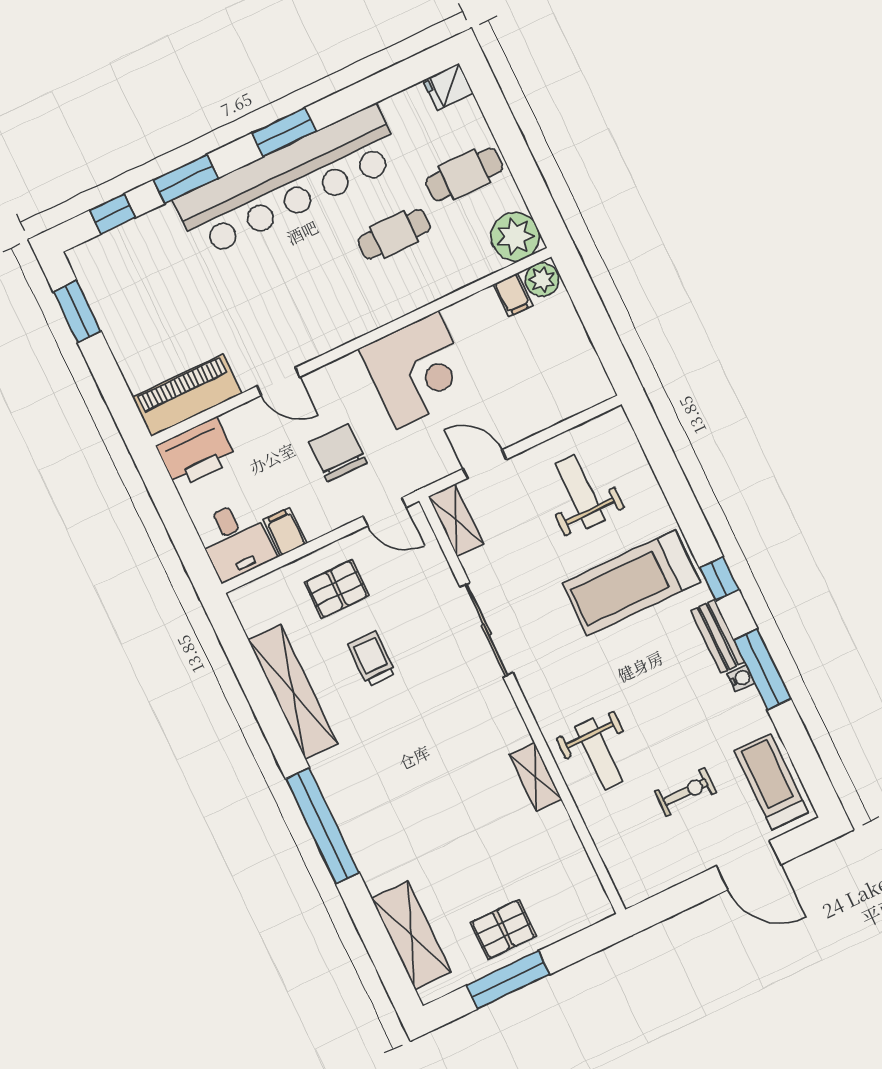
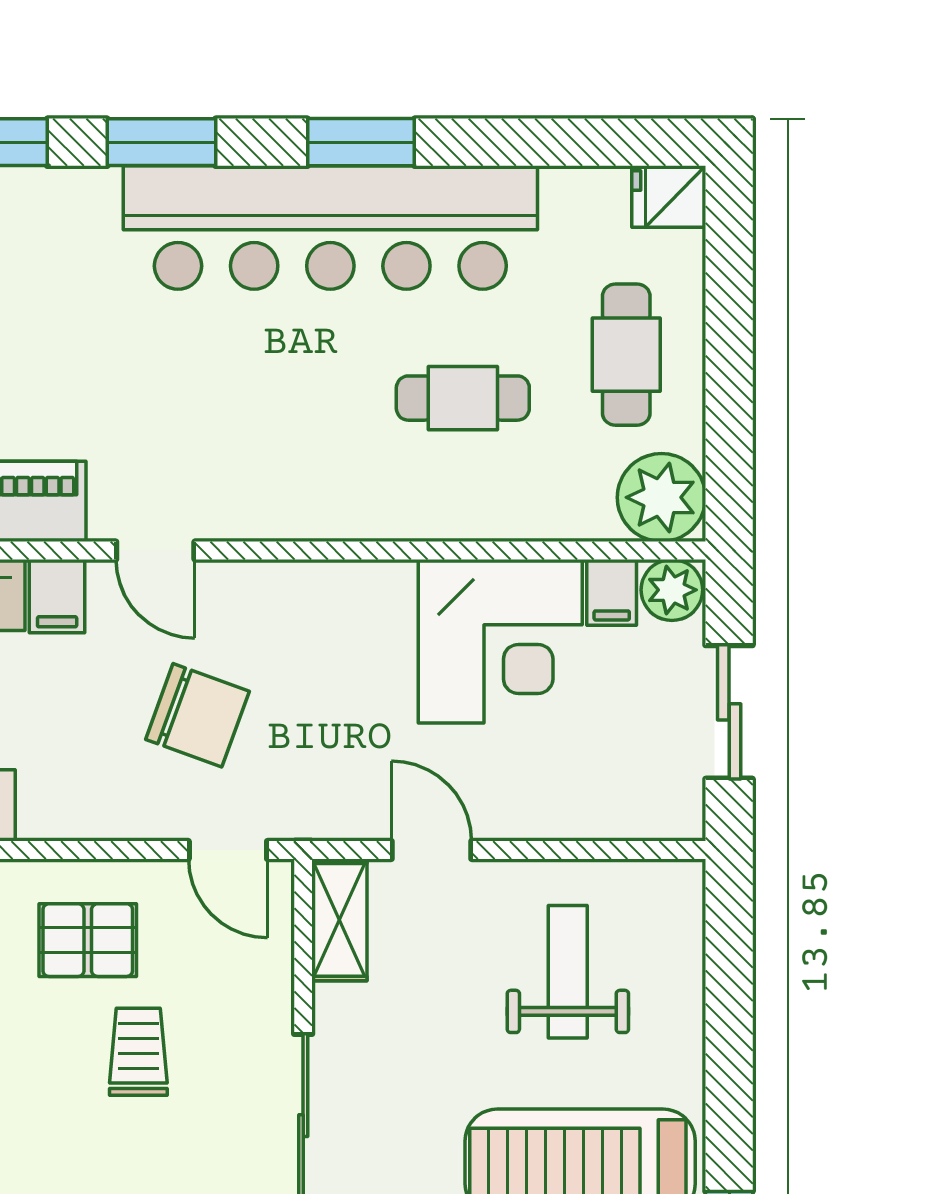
cafe table: (464, 174) -> (626, 355), turned 90
sliding door: (599, 326) -> (729, 712), added
corner desk: (418, 370) -> (500, 641), moved
chair: (338, 453) -> (197, 715), turned 110
filing cabinet: (285, 532) -> (57, 596), moved, turned 180
trolley: (372, 659) -> (138, 1052), moved

